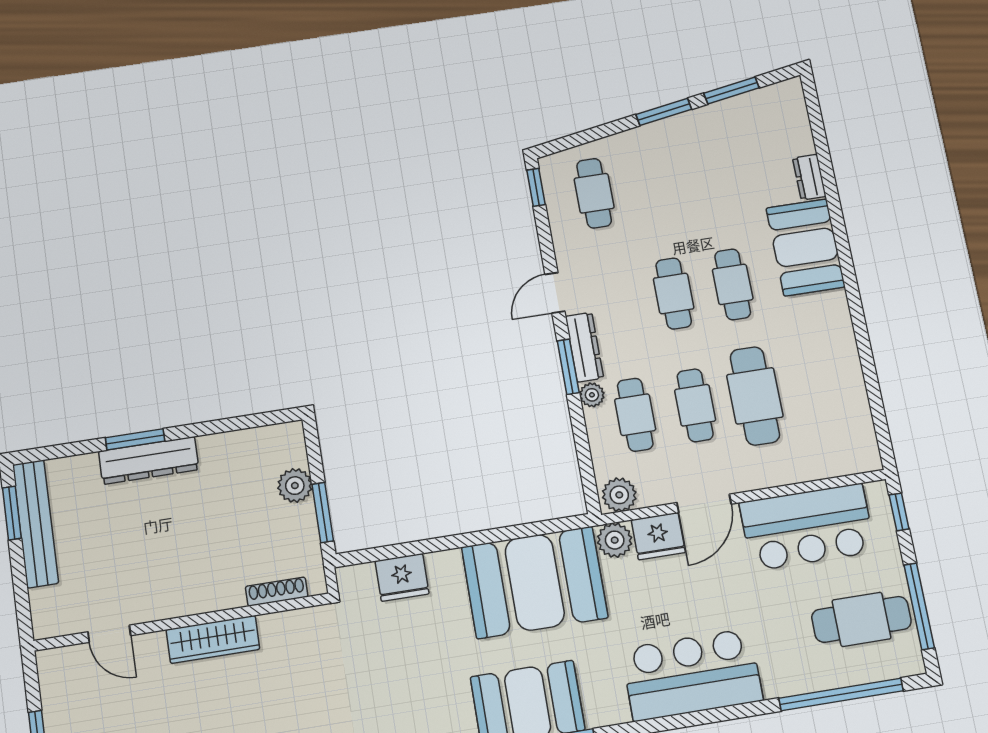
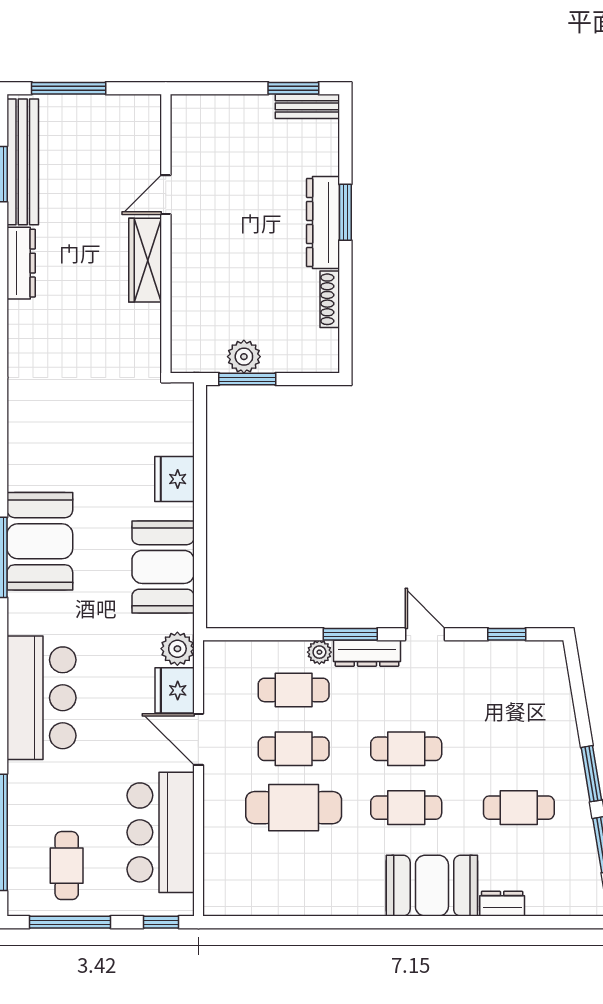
window: (536, 187) -> (507, 634), moved
cafe table: (594, 193) -> (519, 808), moved
plant: (295, 486) -> (244, 357), moved
plant: (619, 495) -> (219, 661), removed
bench: (35, 524) -> (307, 106), width x0.54, depth x0.82
fridge: (402, 577) -> (175, 479), moved
booth: (535, 582) -> (163, 567), width x0.73, depth x0.70
shoe rack: (277, 592) -> (330, 299), moved, turned 180
cafe table: (861, 619) -> (67, 866), width x0.73, depth x0.74
door: (109, 634) -> (166, 195), moved

